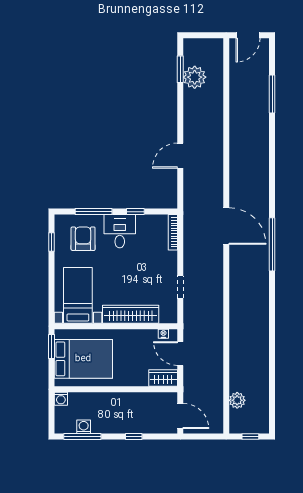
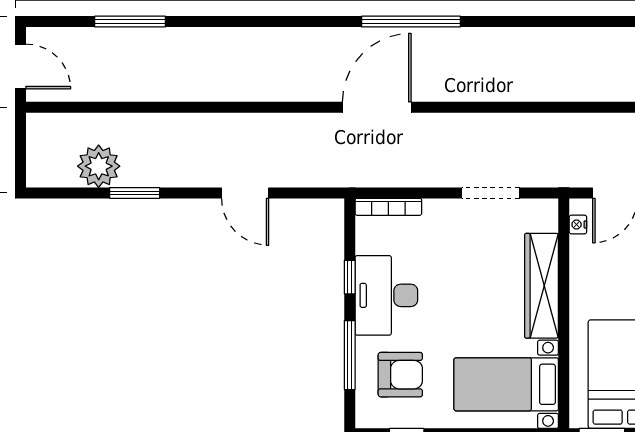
window: (180, 69) -> (135, 193), moved
desk: (120, 231) -> (386, 295), width x1.37
armchair: (83, 239) -> (400, 375), turned 180
doorway: (180, 287) -> (491, 193), width x1.38

